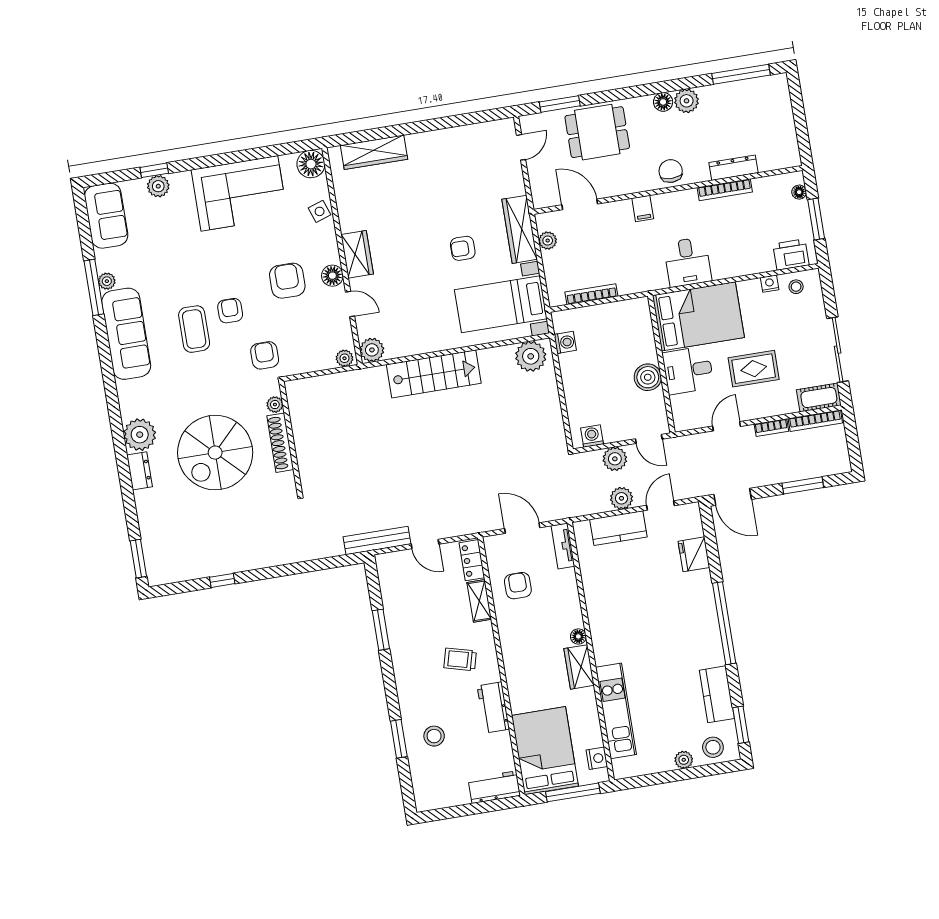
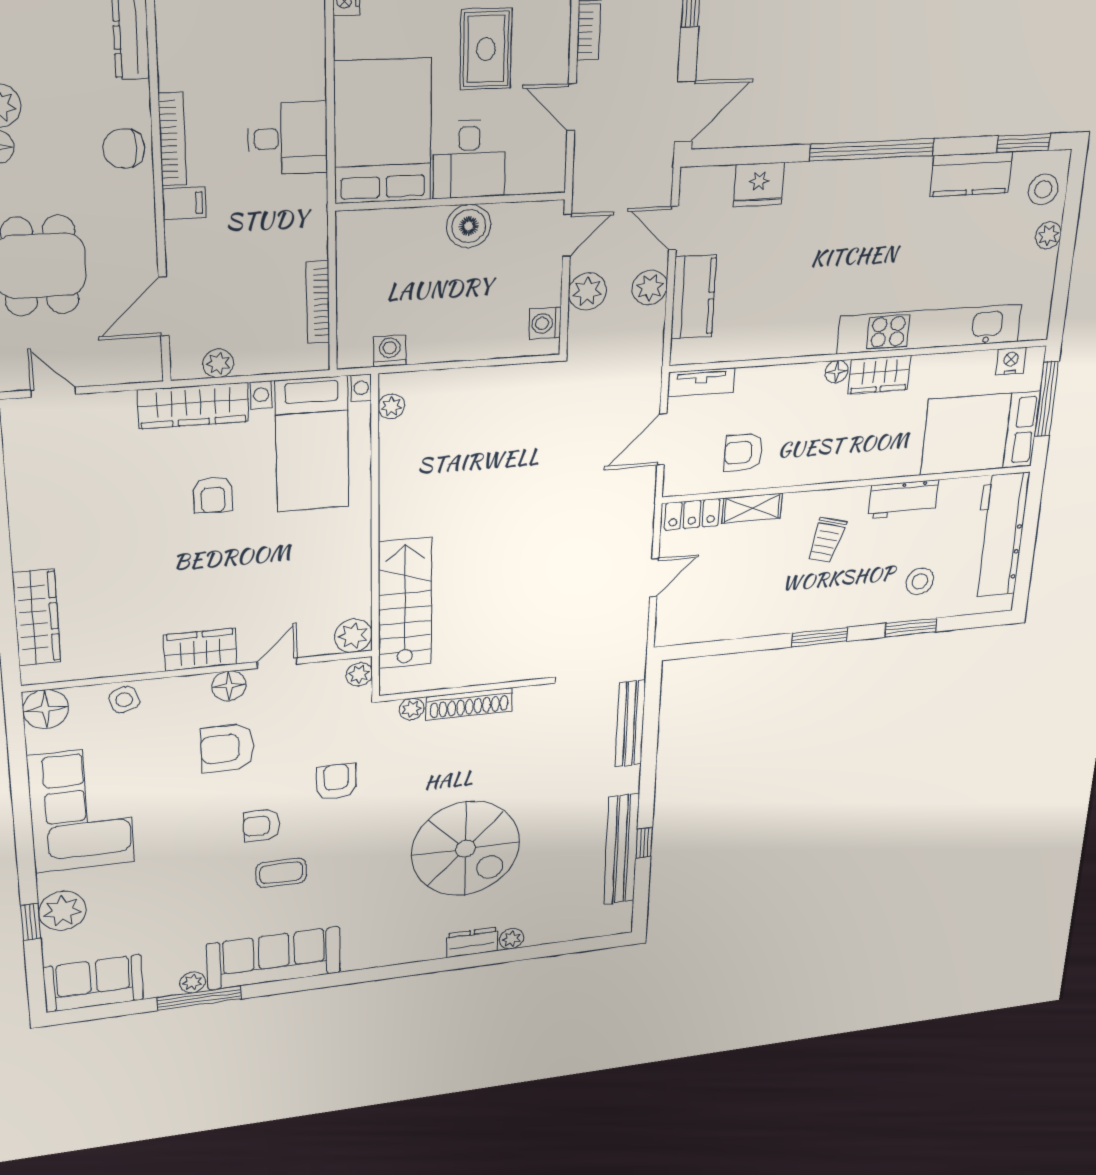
plant: (158, 186) -> (62, 911), width x1.36, depth x1.36
bookcase: (725, 190) -> (172, 139), moved
coffee table: (194, 329) -> (281, 873), width x0.73, depth x0.77
armchair: (265, 355) -> (336, 782), turned 90
plant: (531, 356) -> (391, 406), width x0.53, depth x0.53
stairs: (434, 374) -> (405, 604), moved
plant: (275, 405) -> (412, 709), moved
plant: (140, 435) -> (511, 939), moved, width x0.53, depth x0.53
wall: (291, 438) -> (465, 690), moved
shoe rack: (280, 443) -> (469, 704), moved
bench: (377, 540) -> (630, 724), moved
window: (138, 559) -> (591, 944), removed
bench: (217, 565) -> (621, 849), added
window: (381, 630) -> (819, 637), moved
kitchen unit: (616, 711) -> (930, 329), width x1.36
workbench: (494, 787) -> (1000, 535), width x1.88, depth x1.32

